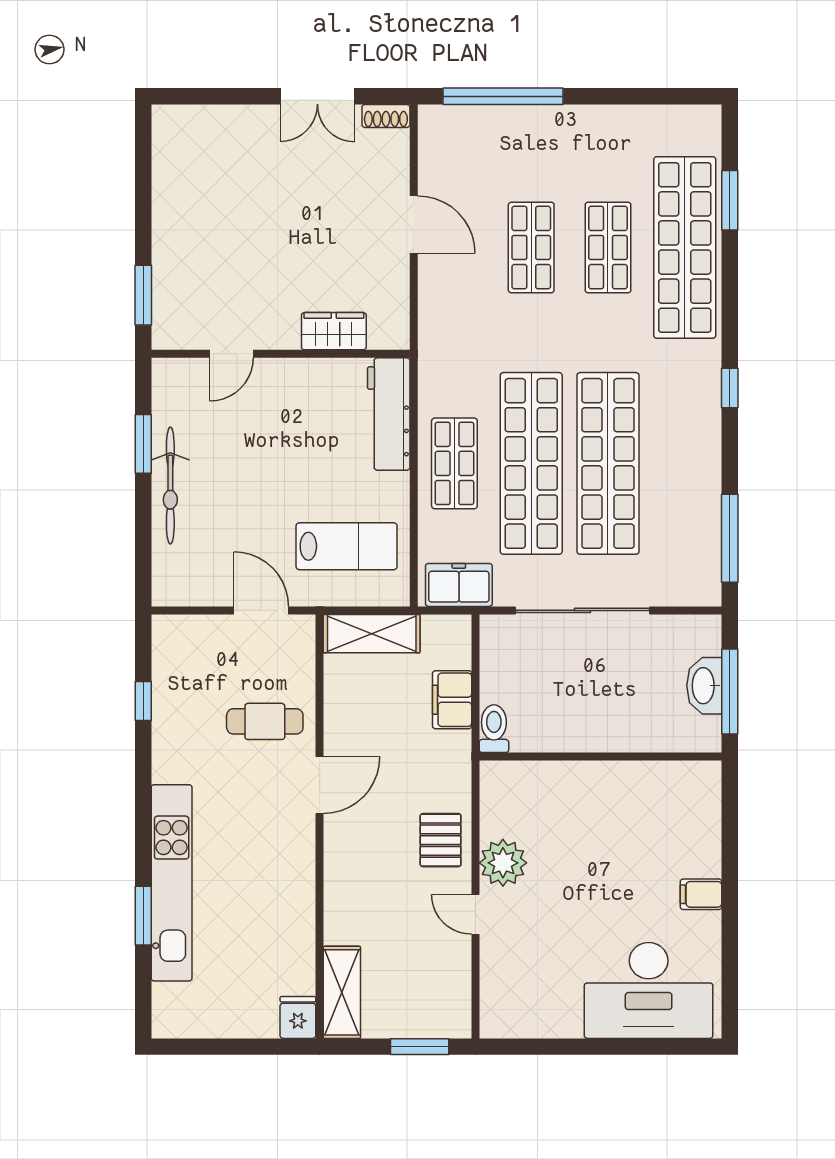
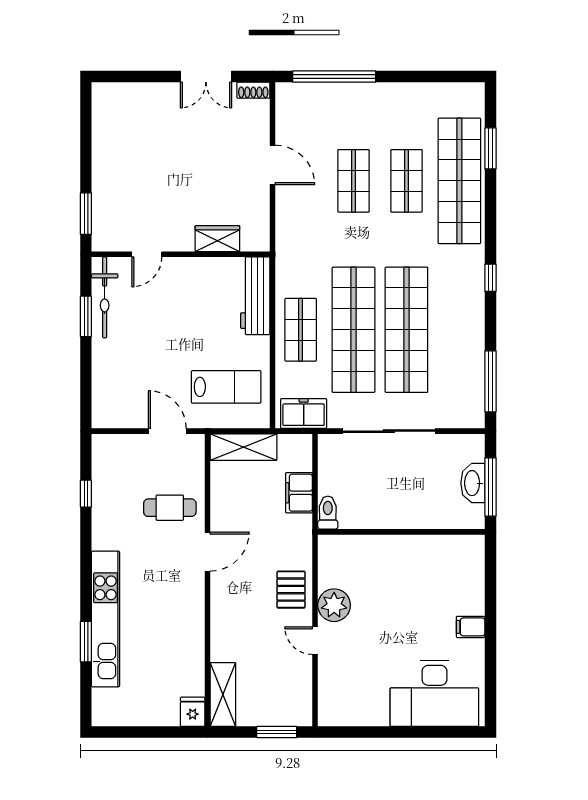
bicycle: (170, 486) -> (105, 297), moved

